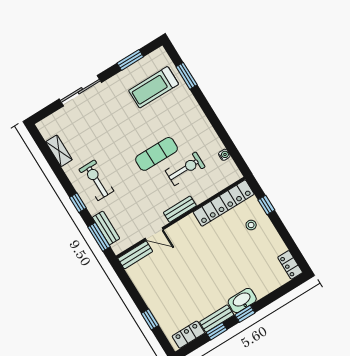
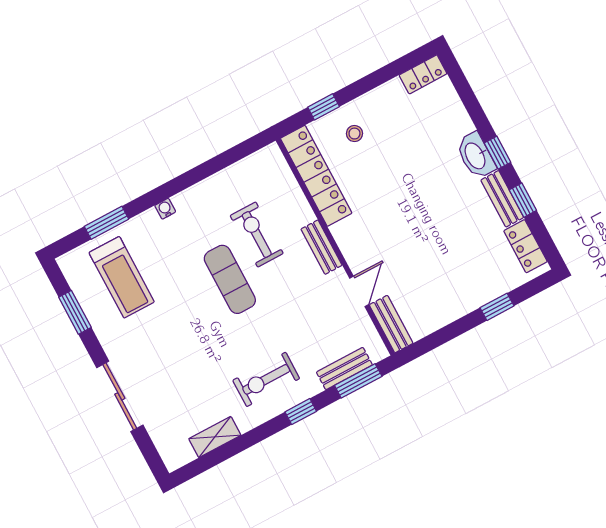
water cooler: (224, 155) -> (165, 209), moved

